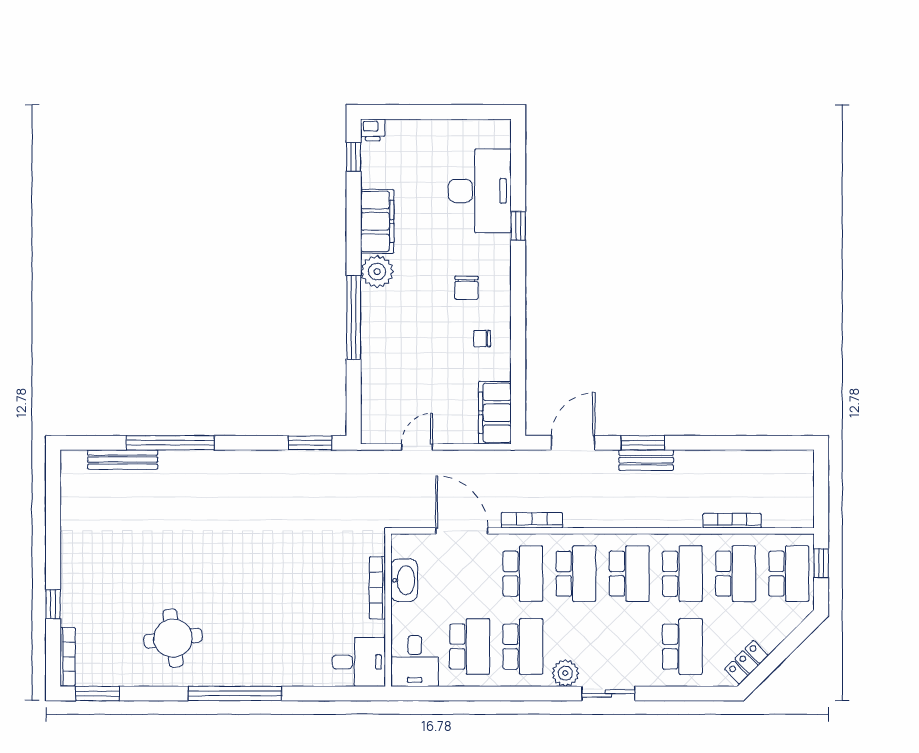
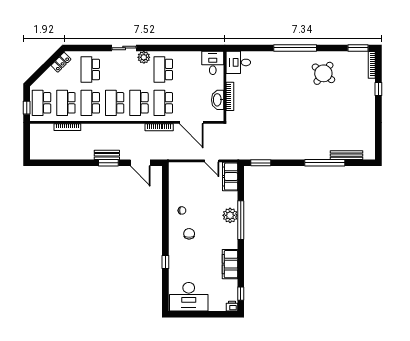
desk: (480, 191) -> (189, 297), moved, turned -90
plant: (377, 272) -> (230, 215), moved
filing cabinet: (495, 413) -> (230, 177), moved, turned 180
door: (573, 443) -> (140, 163), hinge flipped
door: (417, 447) -> (212, 161), hinge flipped
round table: (173, 638) -> (323, 73), turned 45
school desk: (470, 647) -> (188, 69), removed

